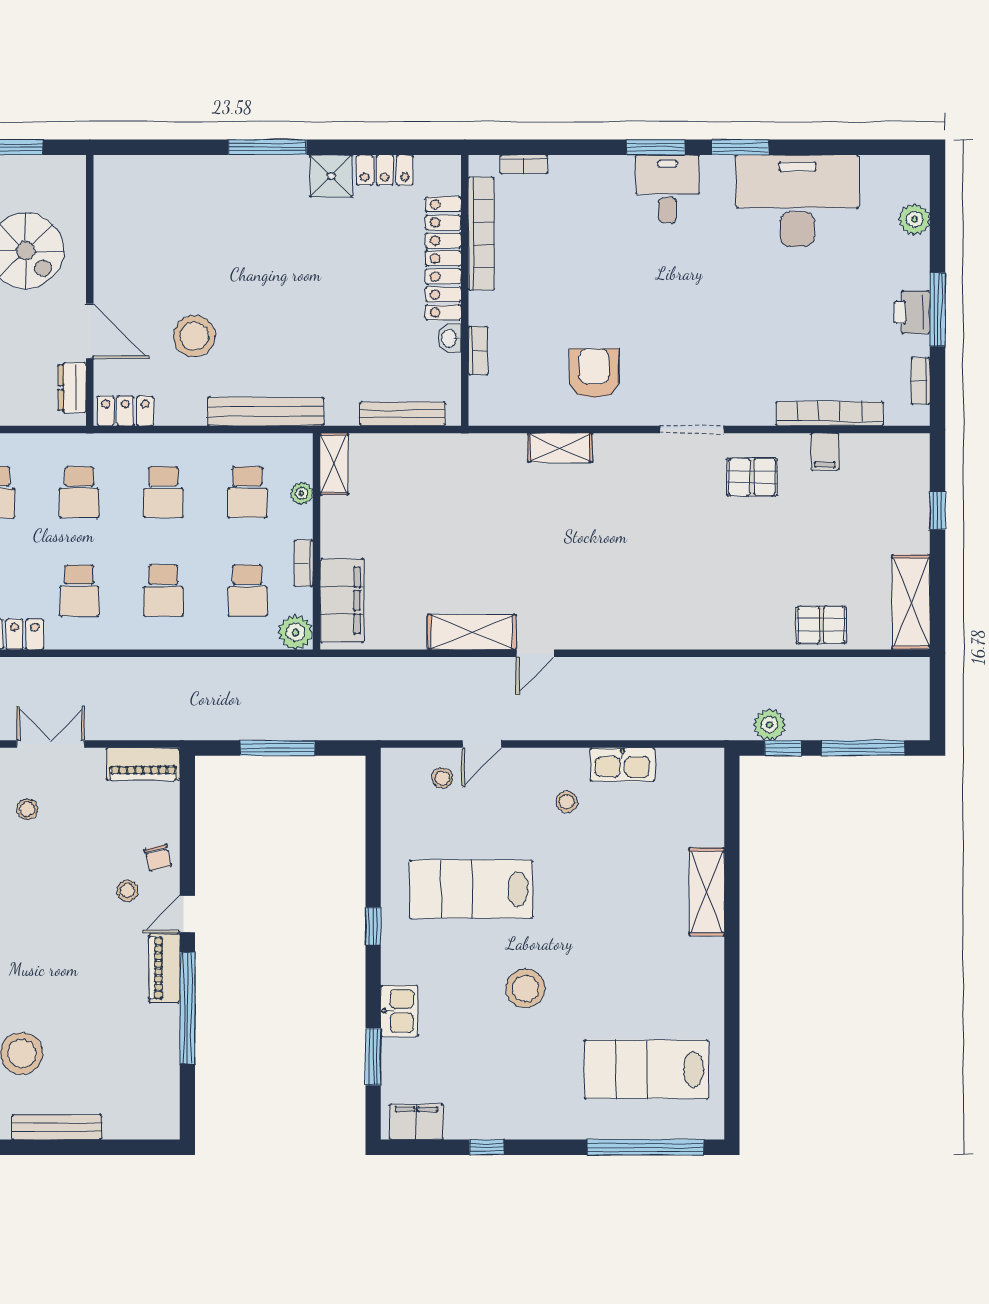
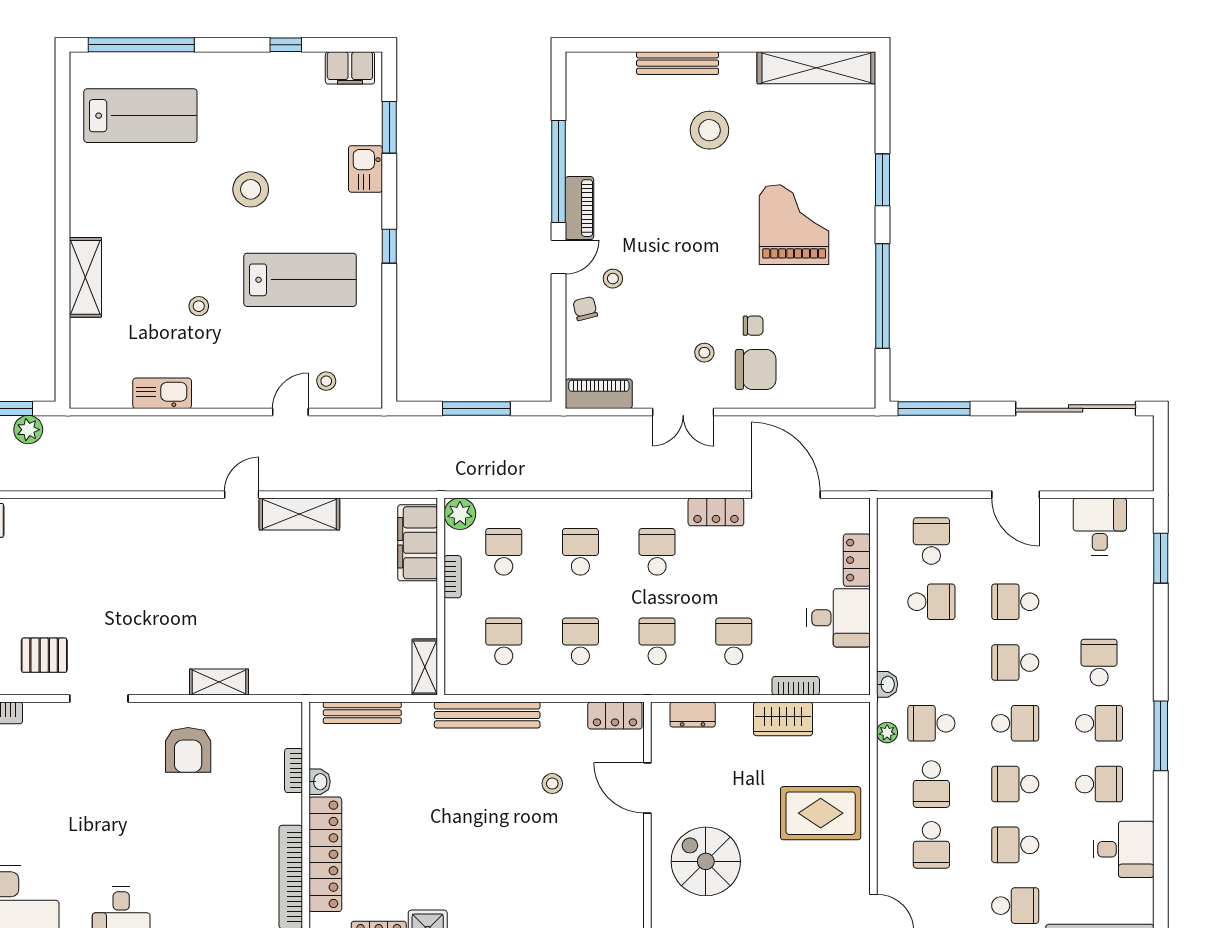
stool: (194, 336) -> (552, 784), width x0.53, depth x0.53
dresser: (72, 388) -> (693, 715), moved, turned 90
plant: (301, 493) -> (455, 640), removed
stool: (567, 802) -> (199, 306), moved

